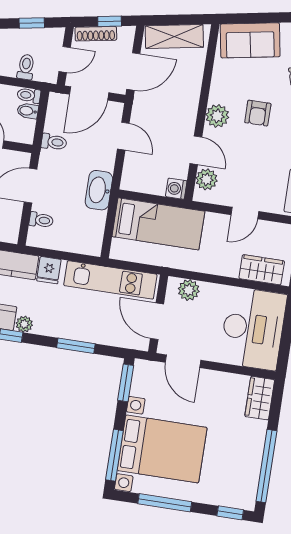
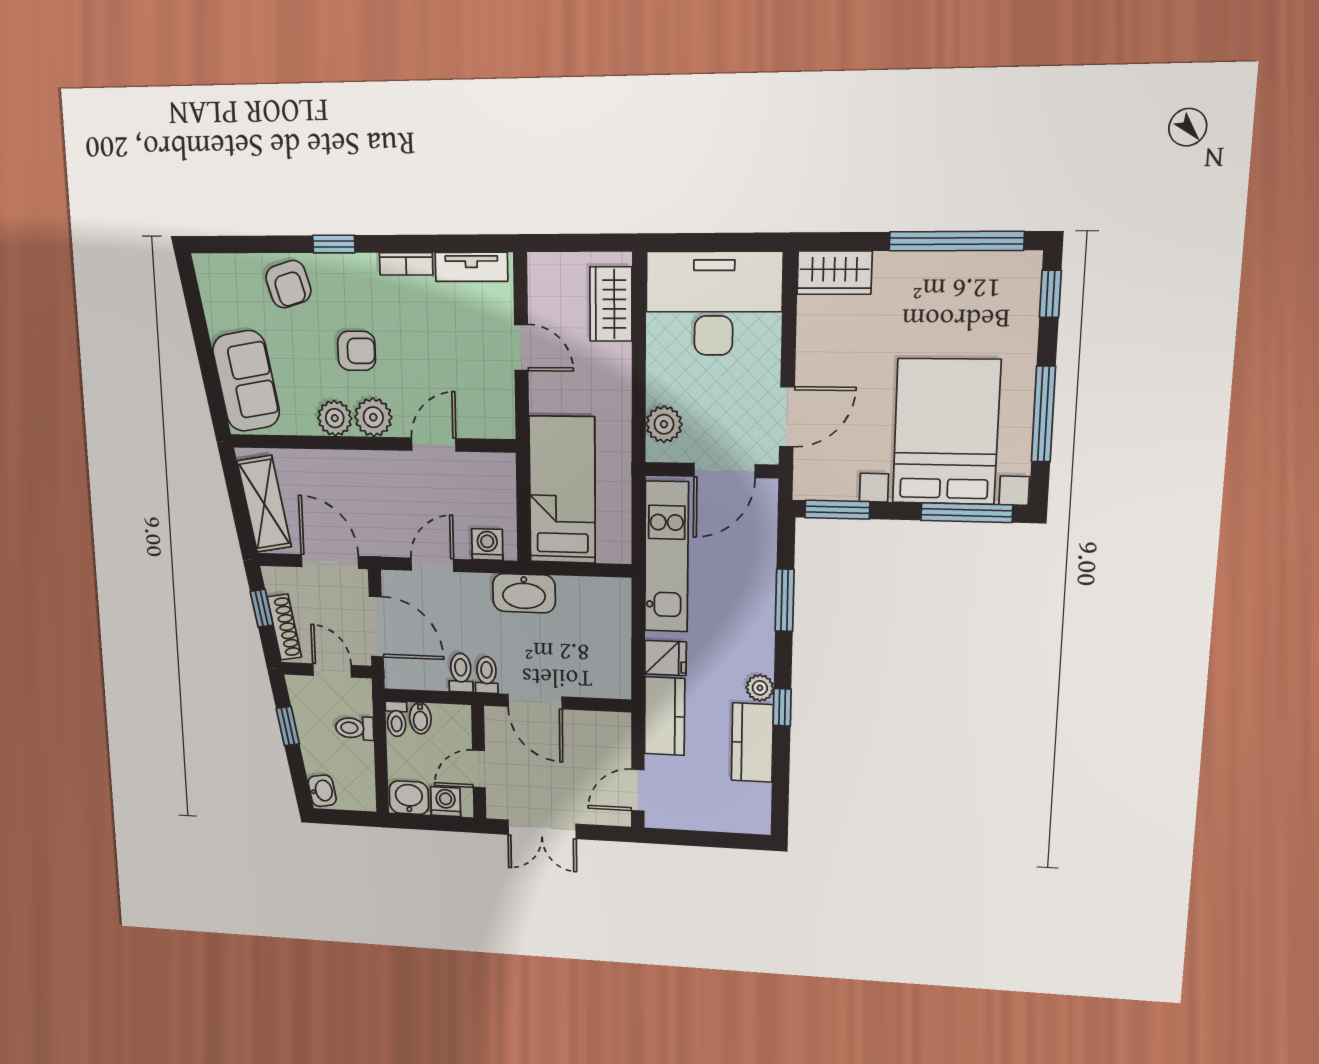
plant: (207, 179) -> (335, 418), moved
washing machine: (176, 189) -> (487, 544), moved, turned 180
toilet: (41, 220) -> (487, 675), moved

